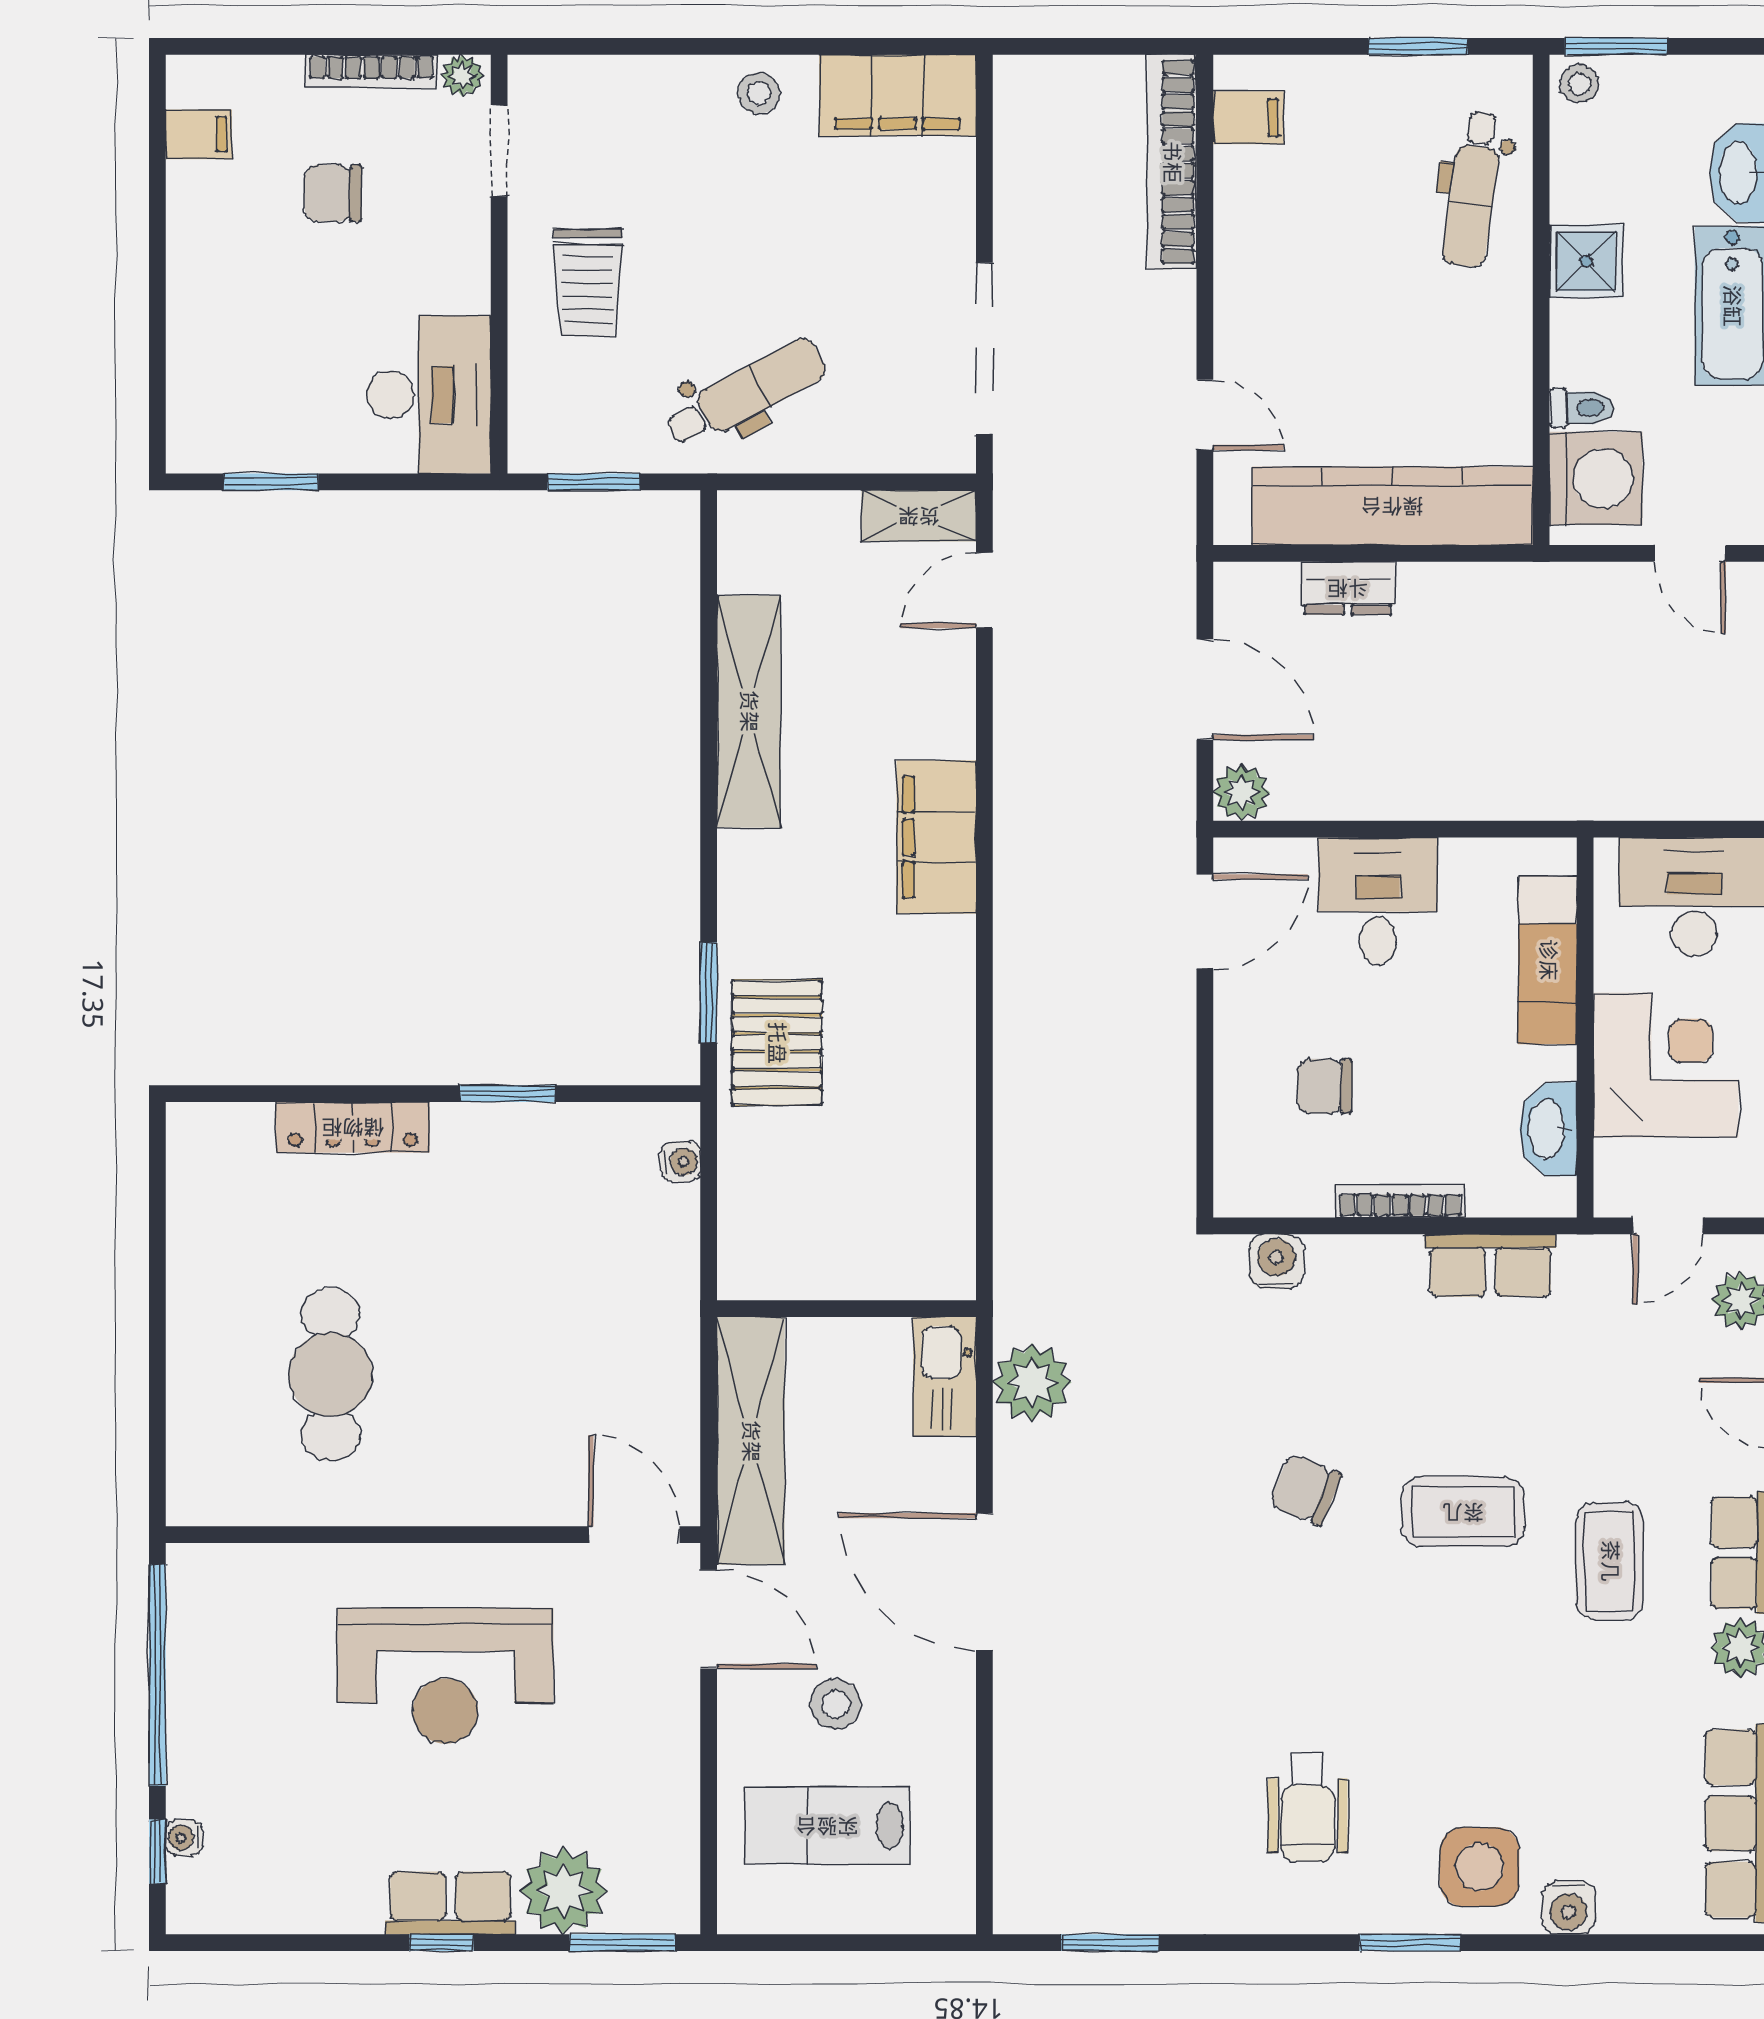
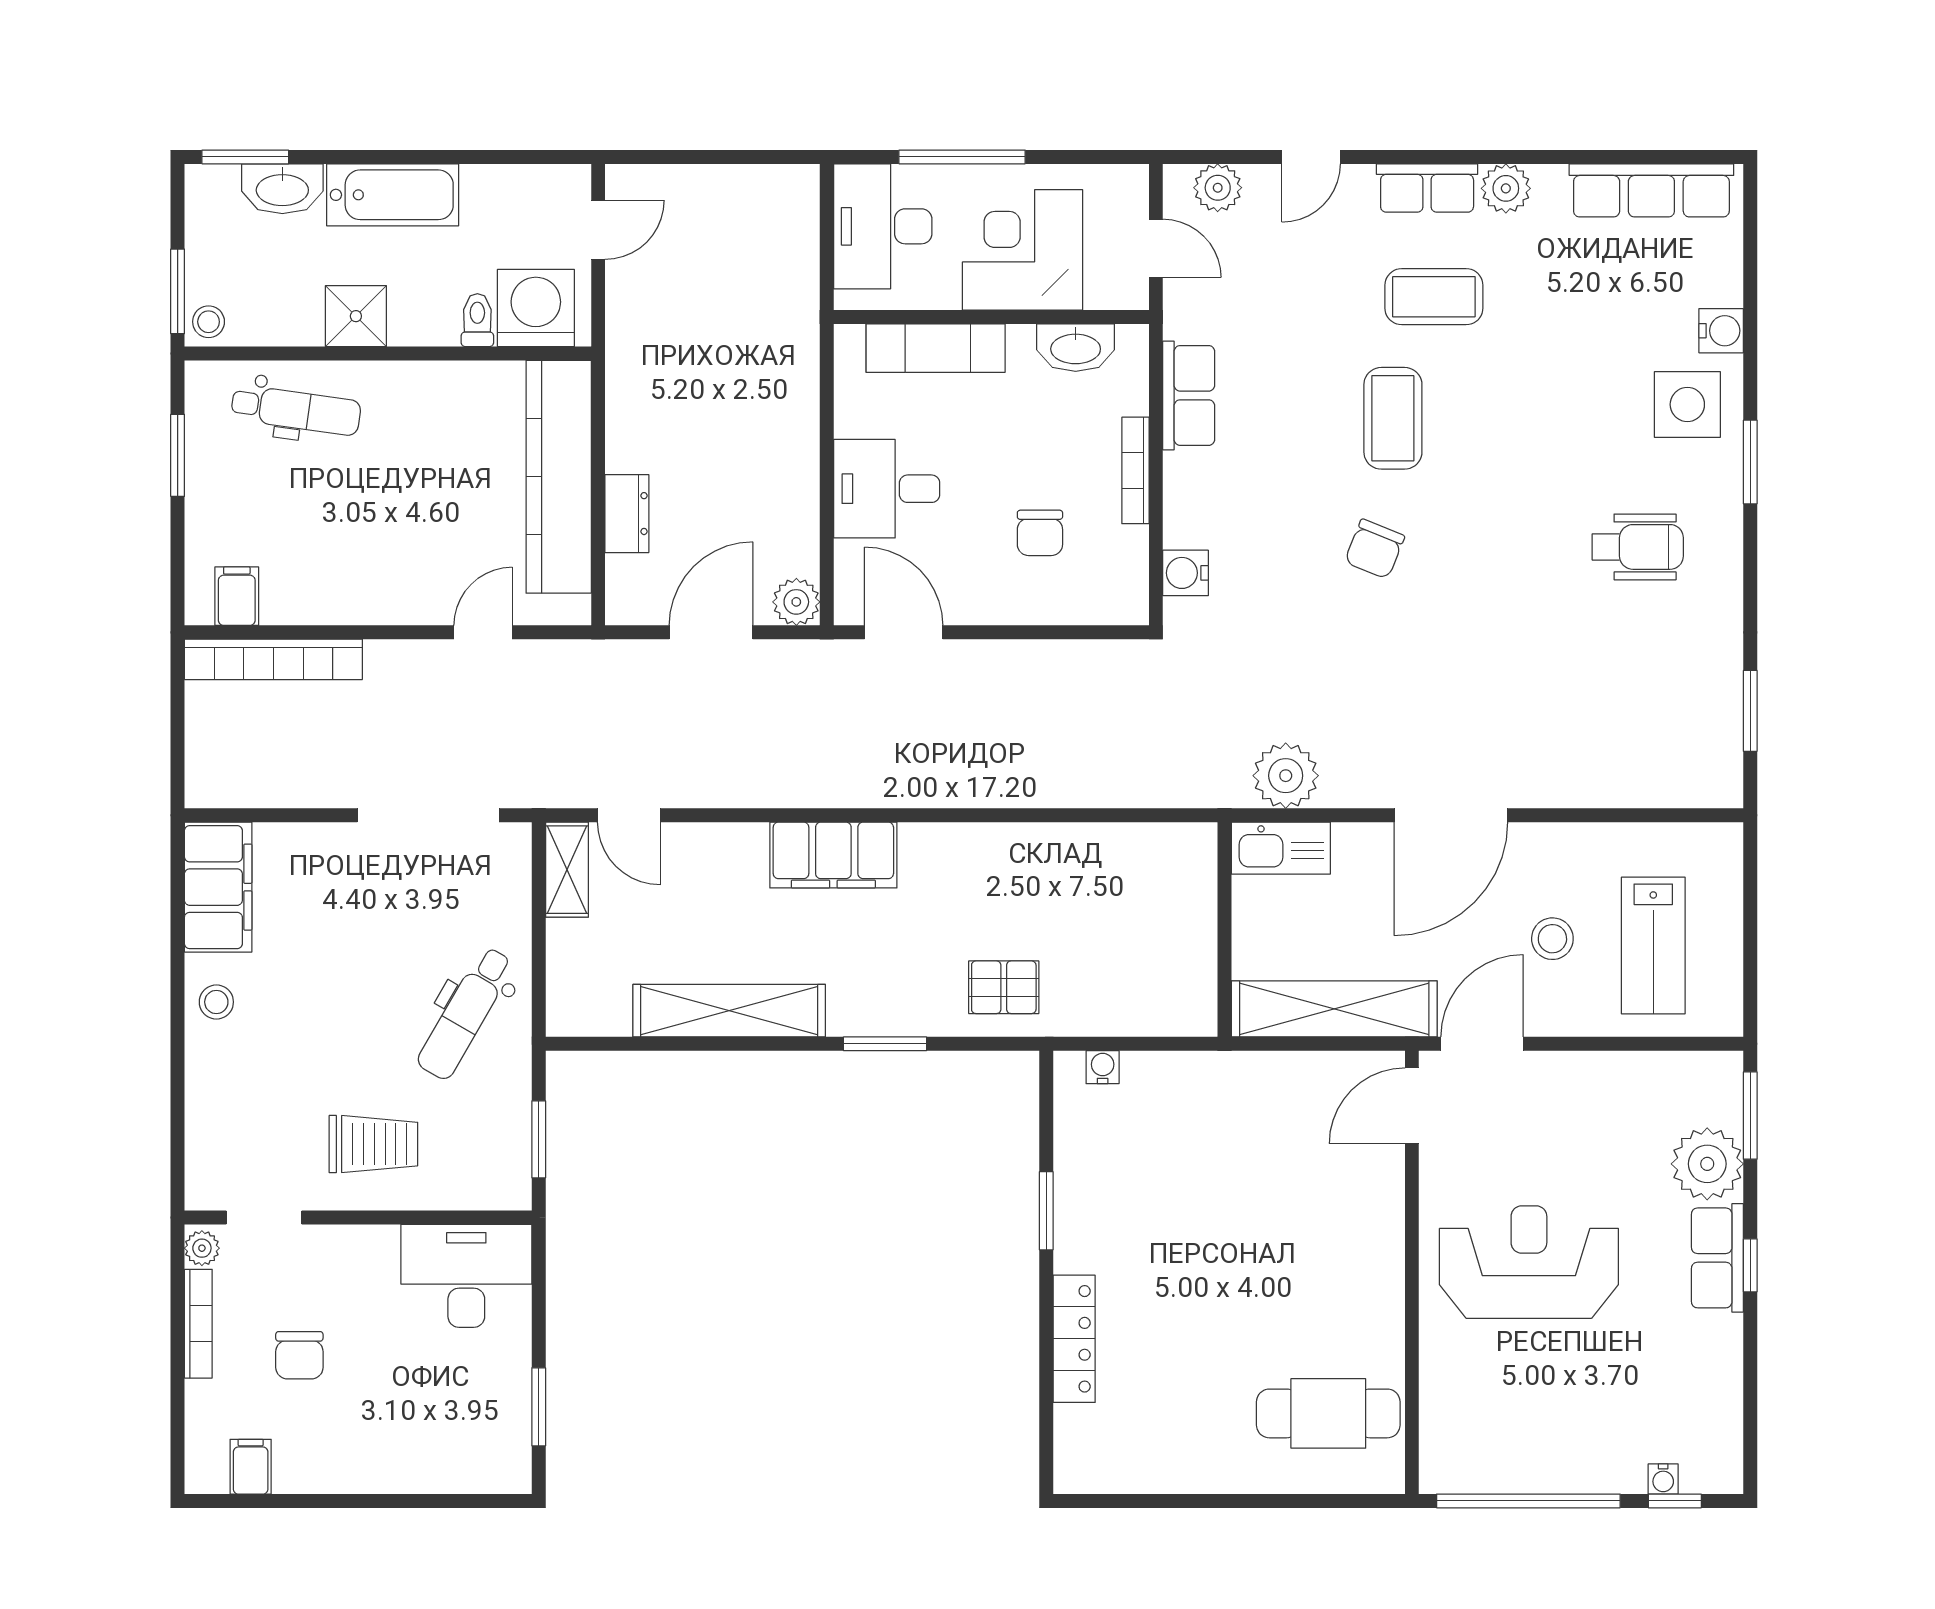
dental chair: (746, 393) -> (465, 1013), turned -122
window: (709, 993) -> (885, 1044), moved
pallet: (777, 1043) -> (1004, 987), width x0.67, depth x0.71
cafe table: (331, 1375) -> (1328, 1413), moved
reception desk: (445, 1676) -> (1529, 1262), turned -90

